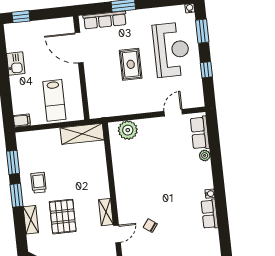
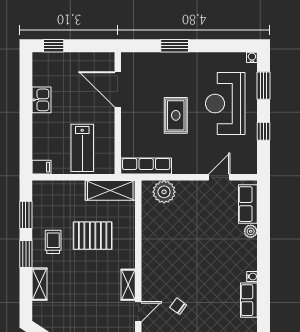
row of seats: (105, 20) -> (146, 166), moved, turned 180
reception desk: (171, 50) -> (225, 104), turned 180
pallet: (63, 217) -> (93, 236), moved, turned 90

